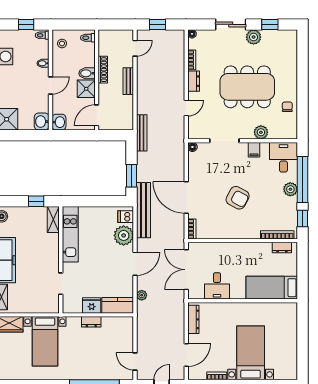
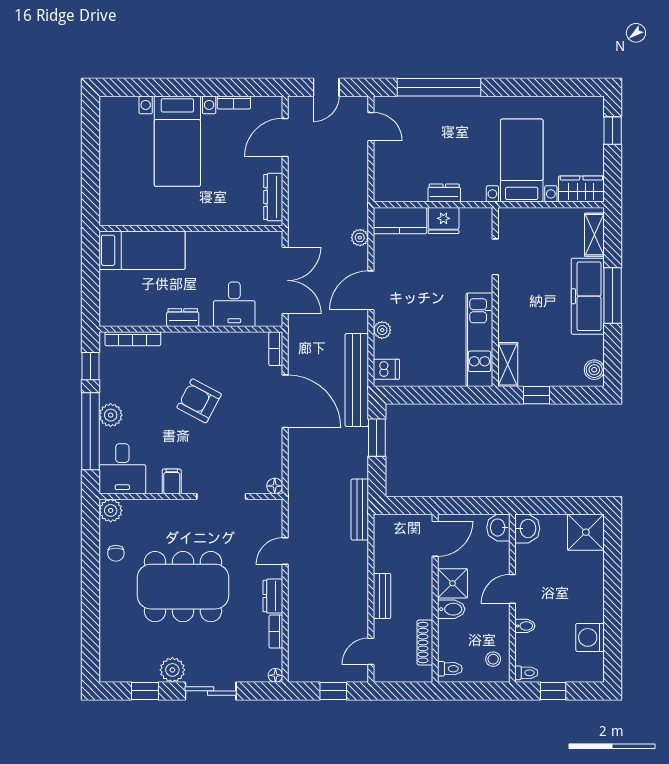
shoe rack: (103, 70) -> (425, 643), moved
plant: (261, 132) -> (111, 510), moved
plant: (124, 235) -> (382, 330), width x0.53, depth x0.53
dresser: (282, 247) -> (183, 318), moved
desk: (217, 286) -> (234, 304), moved, turned 180

